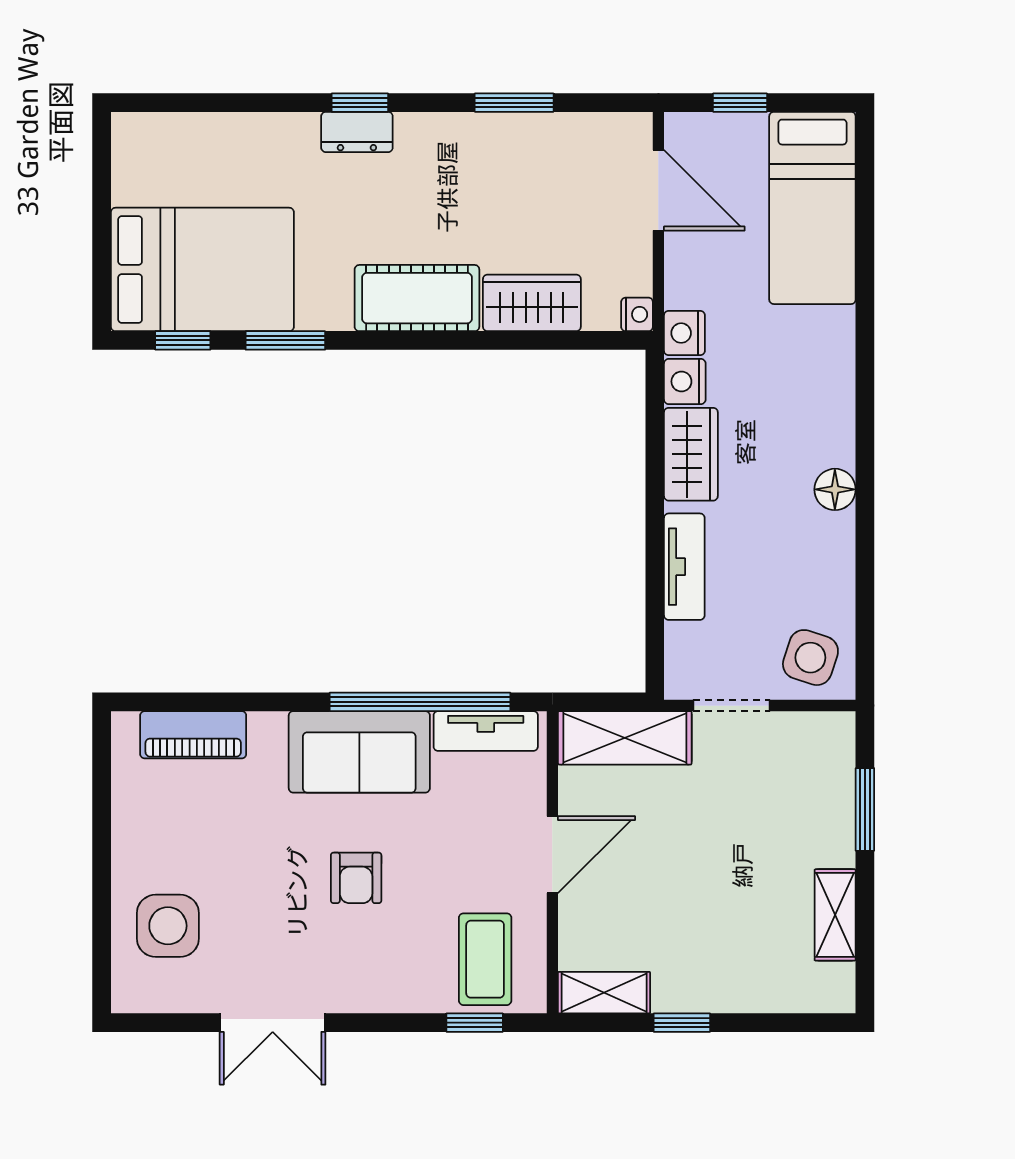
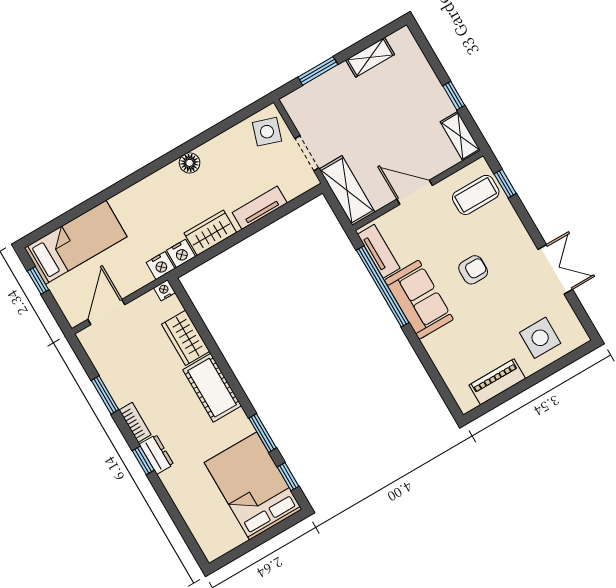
window: (740, 103) -> (38, 280), moved
bookcase: (435, 127) -> (135, 422), added
piano: (193, 735) -> (497, 382), moved, turned -90

